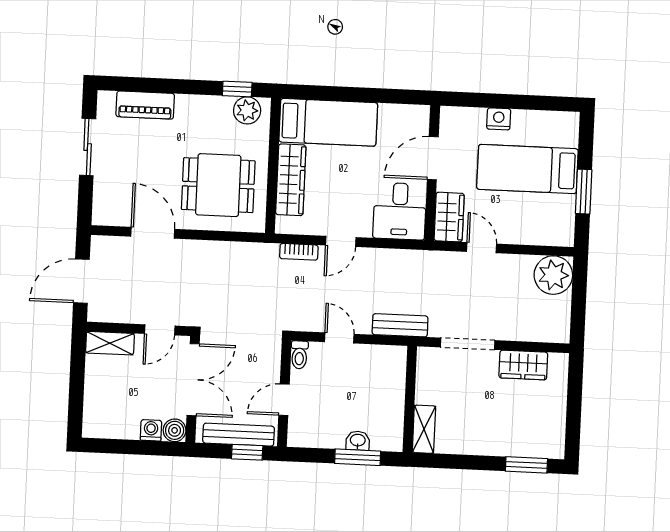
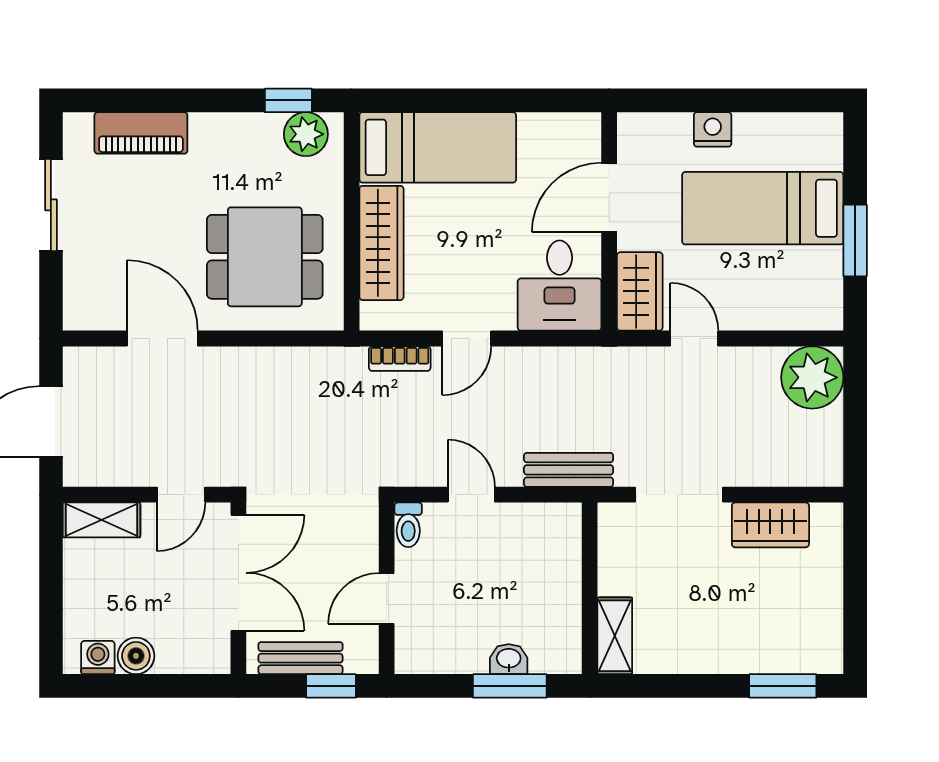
washing machine: (151, 430) -> (98, 658), moved
boiler: (175, 430) -> (136, 656), moved
bench: (239, 435) -> (301, 658), width x0.73

